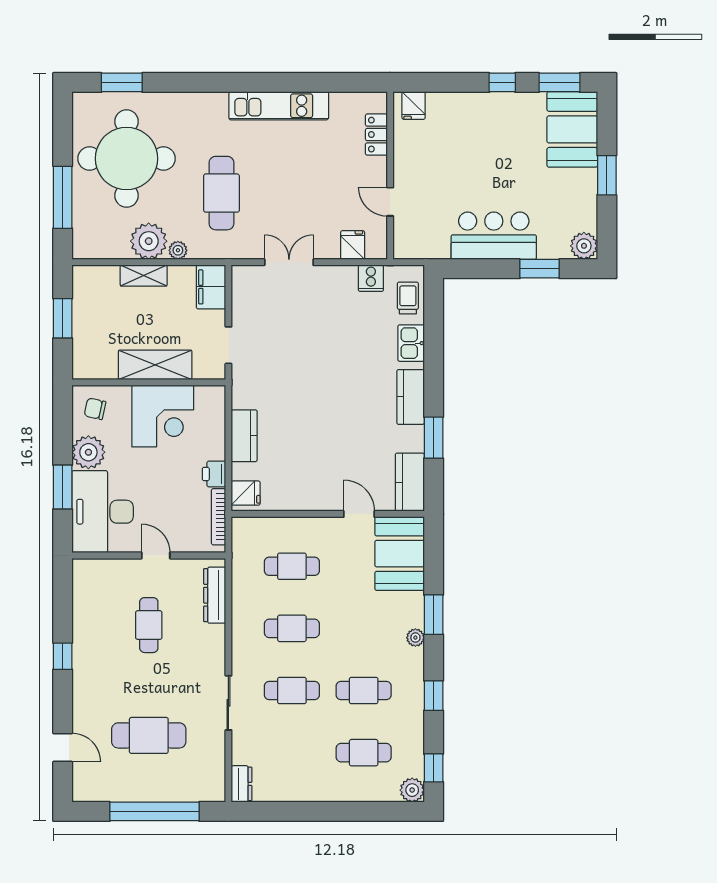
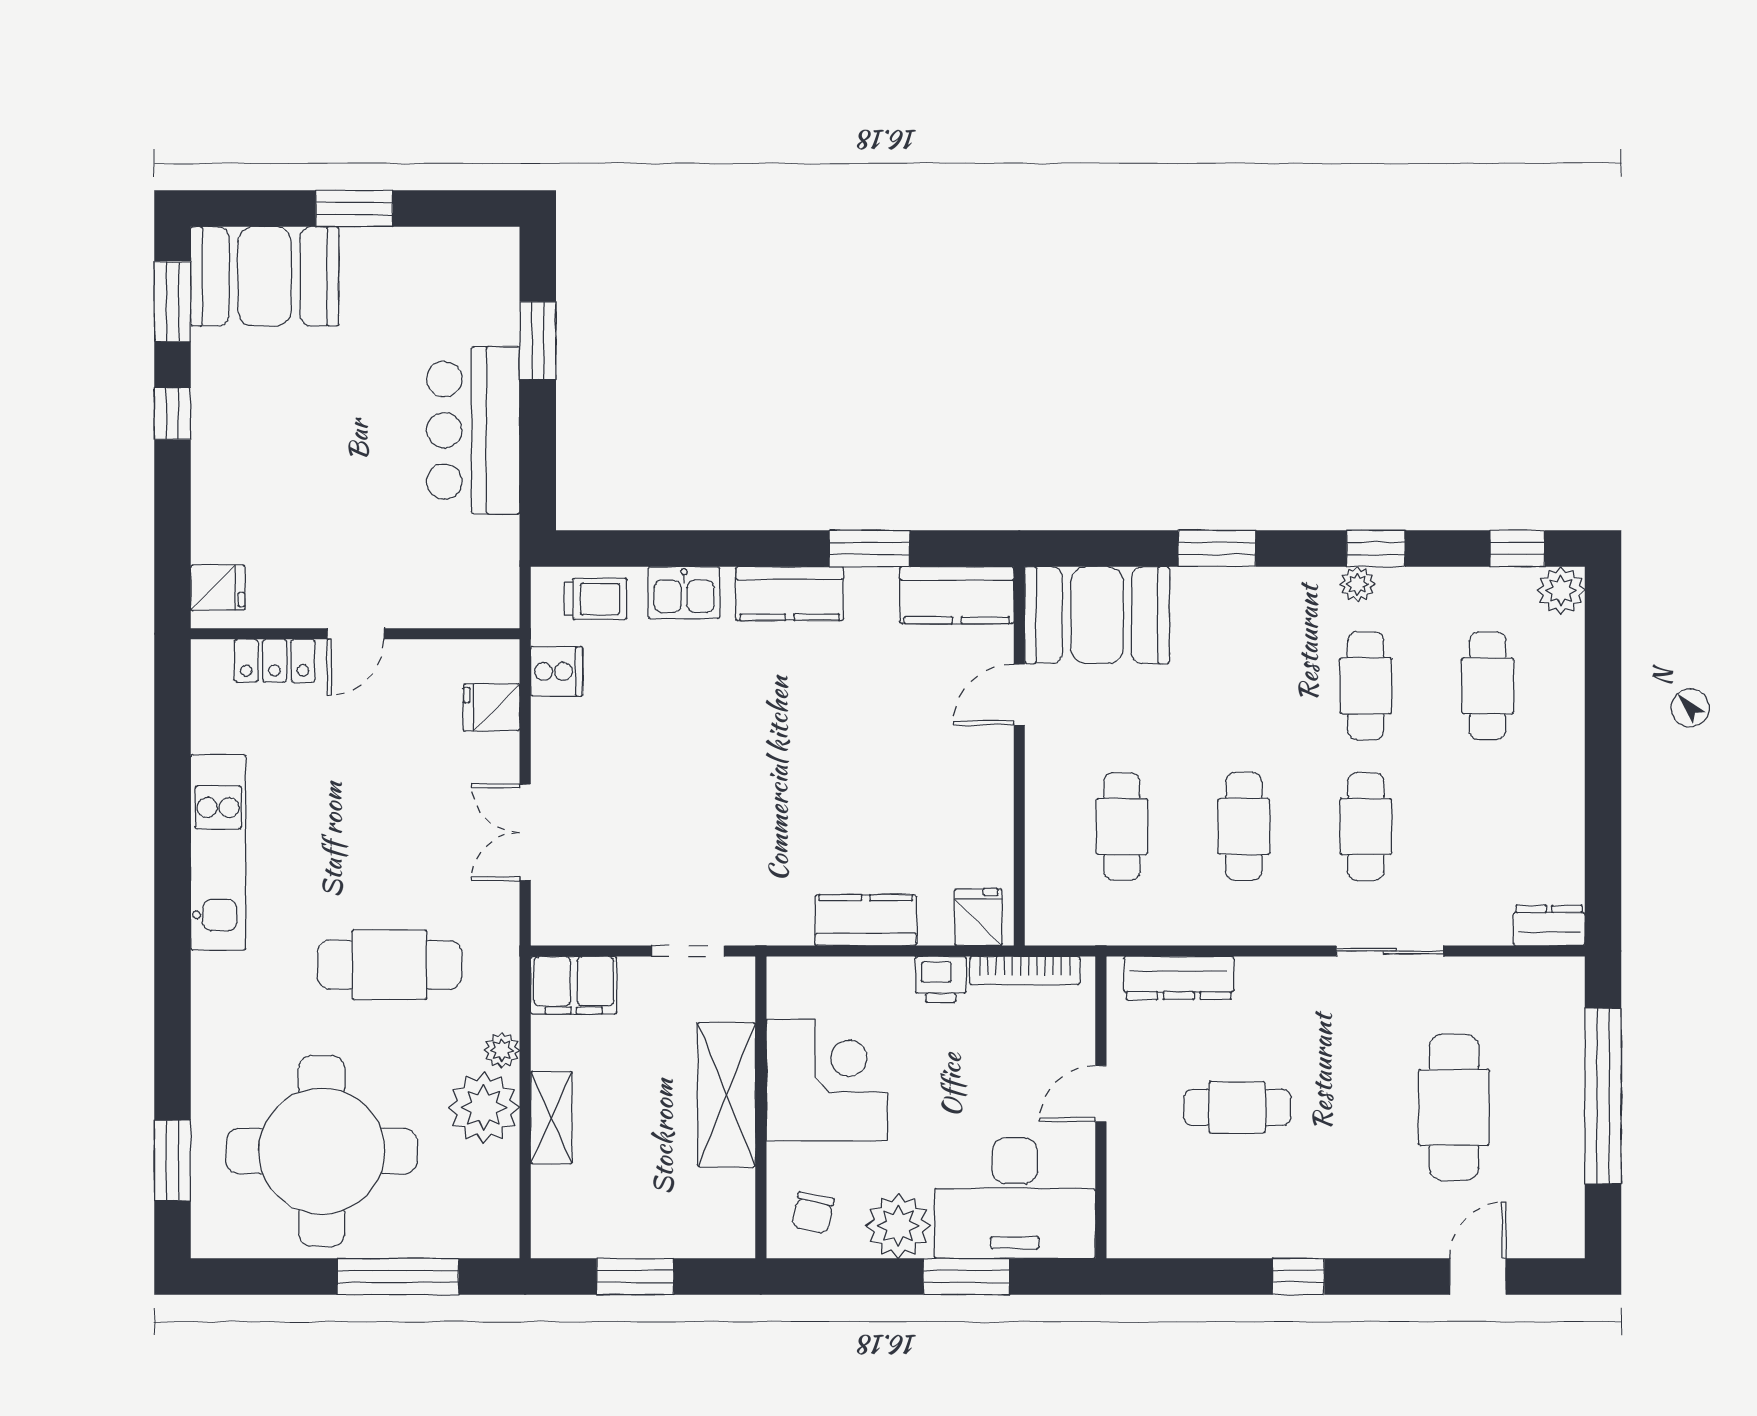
door: (390, 202) -> (356, 634), moved
plant: (584, 246) -> (493, 253), removed
trolley: (408, 298) -> (595, 599), turned 180
plant: (415, 638) -> (1357, 584), moved

